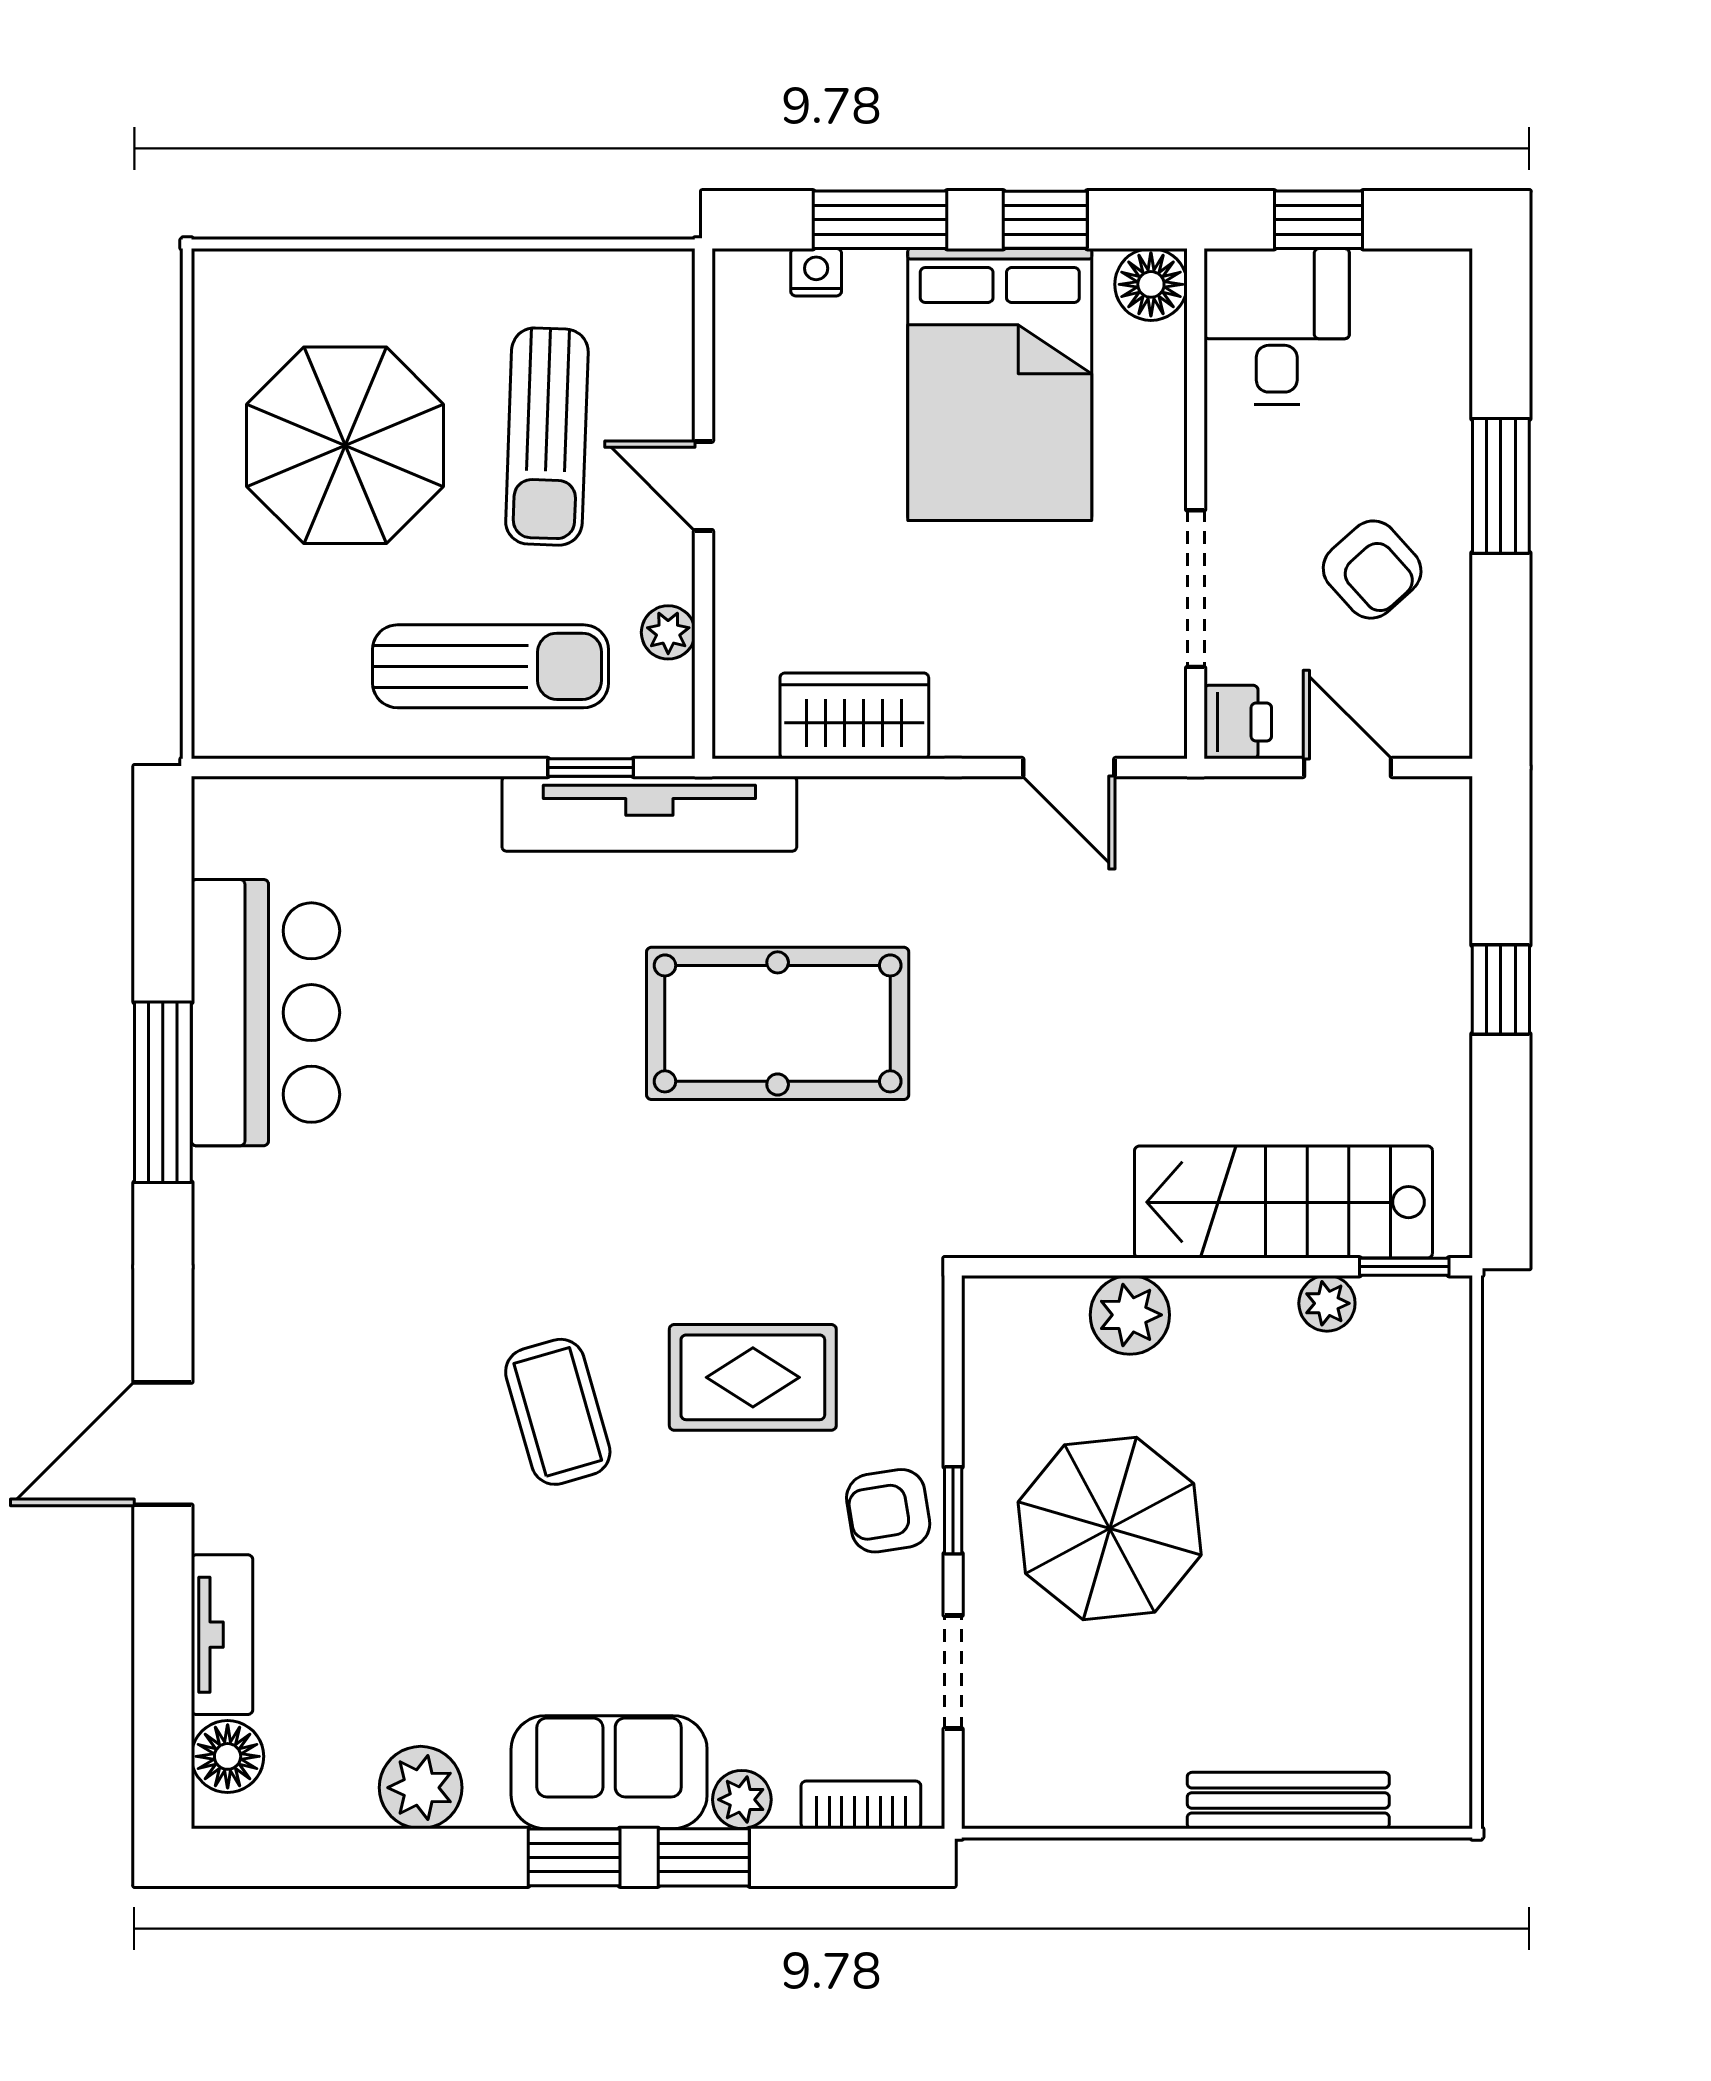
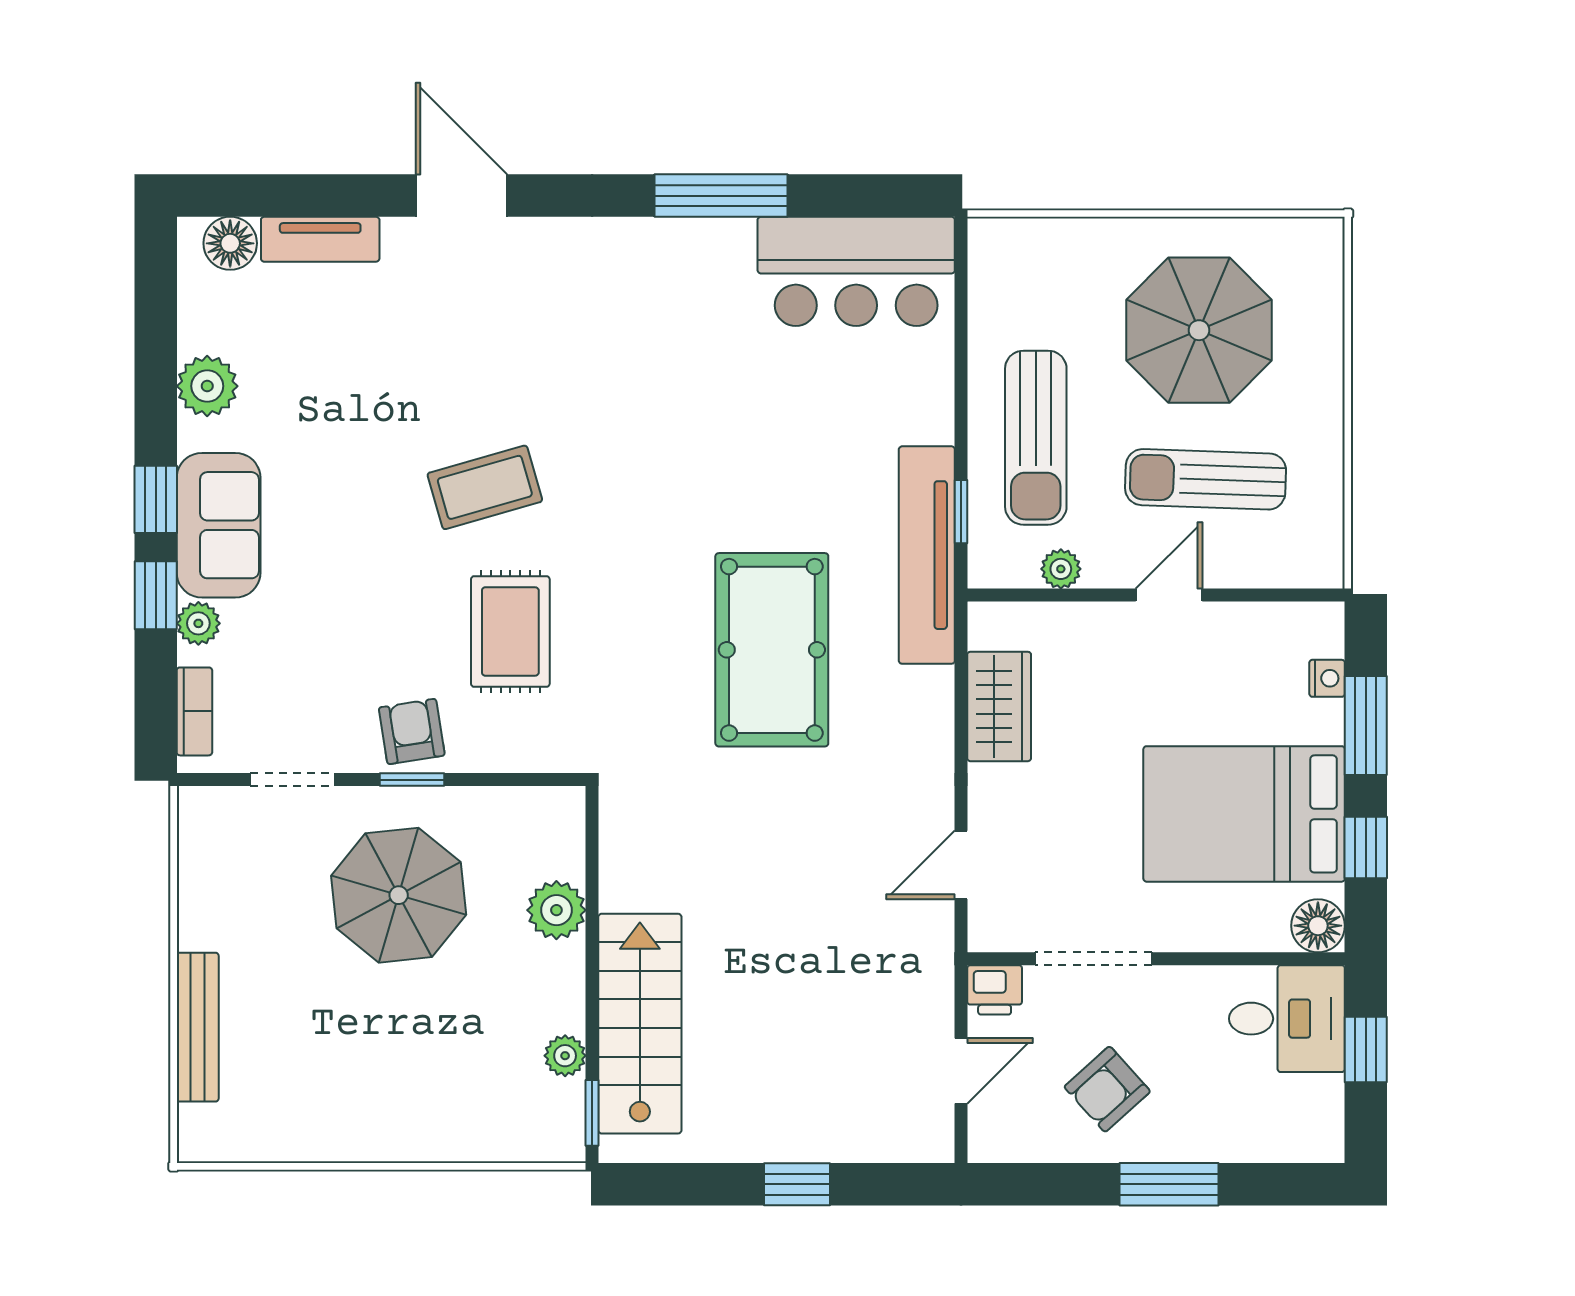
bar counter: (265, 1013) -> (856, 271), moved

